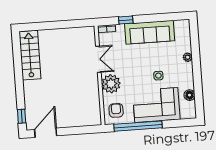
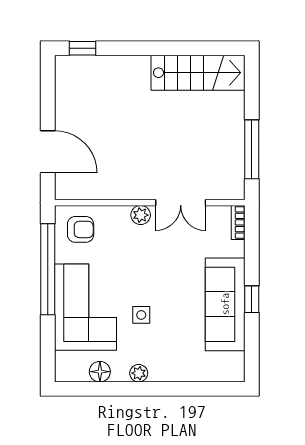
window: (126, 20) -> (252, 299), moved
window: (68, 24) -> (252, 149), added
plant: (188, 57) -> (139, 373), moved
plant: (111, 84) -> (141, 215), width x0.53, depth x0.53
door: (46, 133) -> (48, 152), moved

